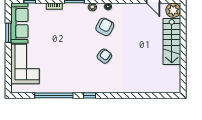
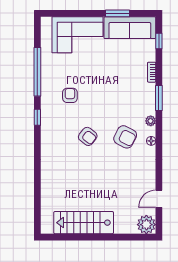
stairs: (172, 41) -> (84, 223), moved
armchair: (72, 70) -> (70, 95), added

